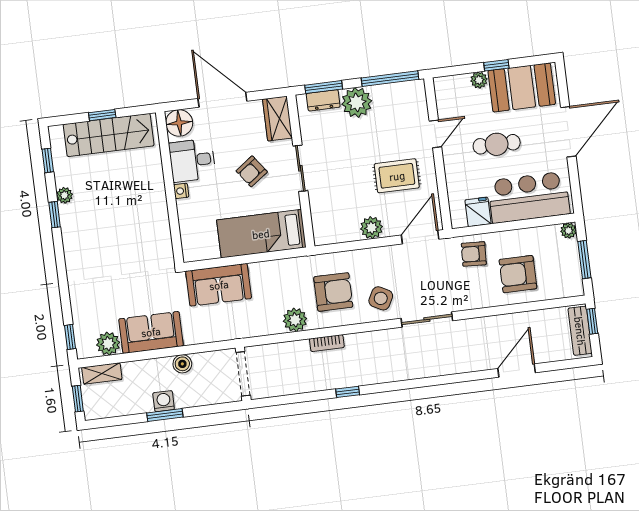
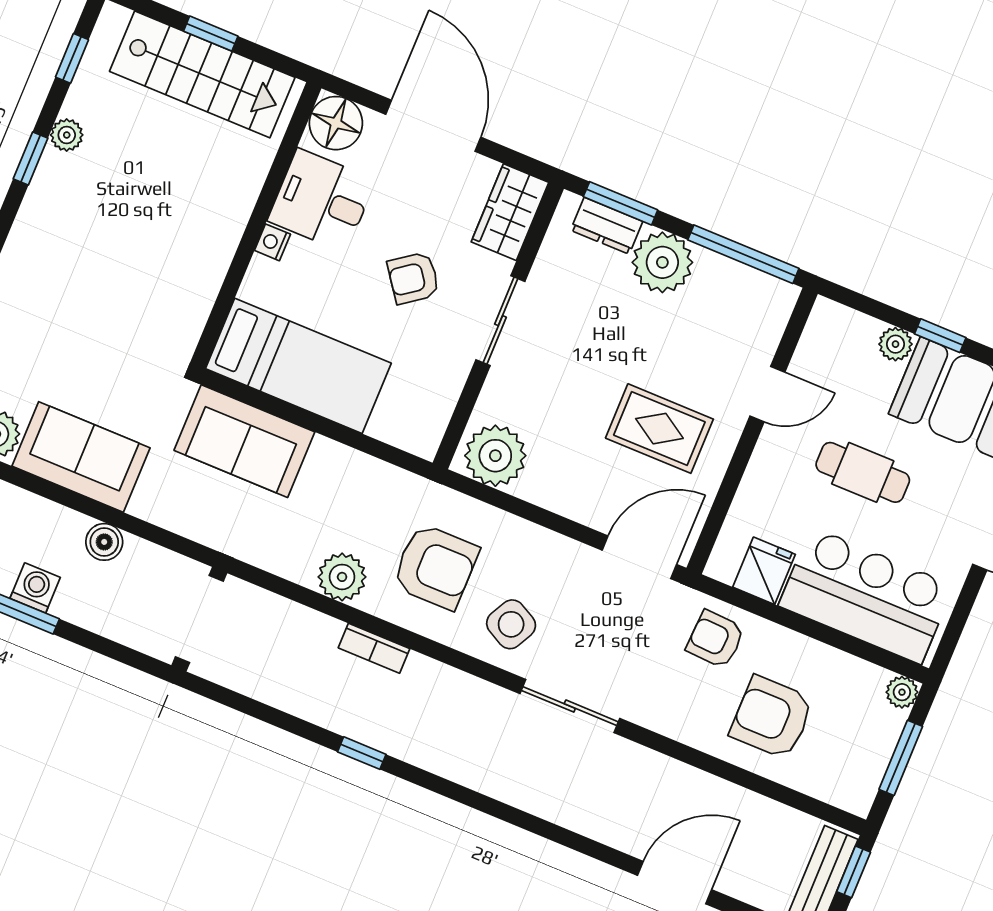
plant: (372, 228) -> (495, 456), moved, width x1.36, depth x1.36
bed: (261, 234) -> (298, 366), moved, turned 180

